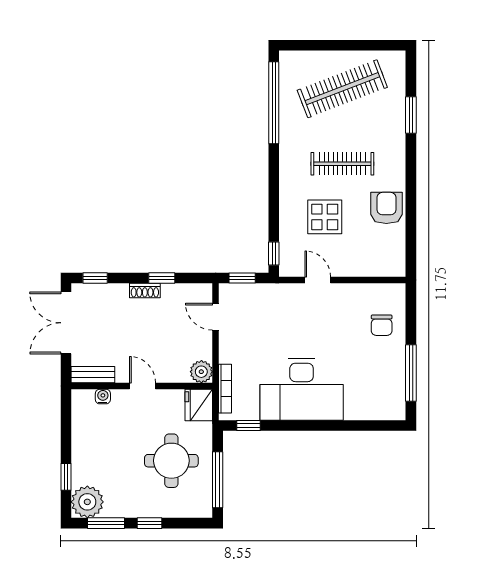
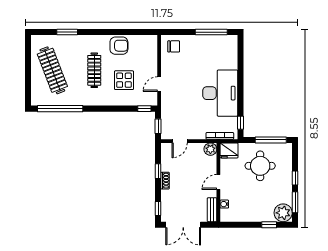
armchair: (386, 208) -> (119, 46), turned 180
chair: (382, 325) -> (174, 46), moved

